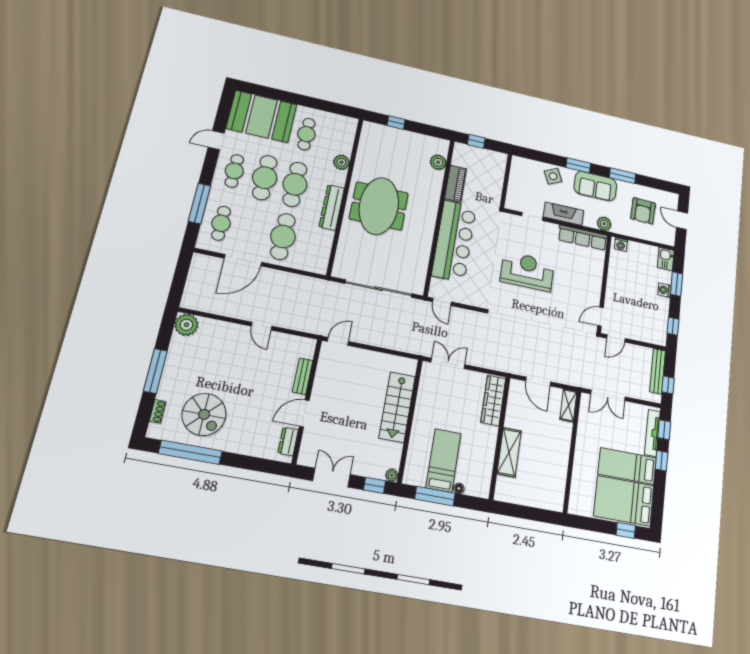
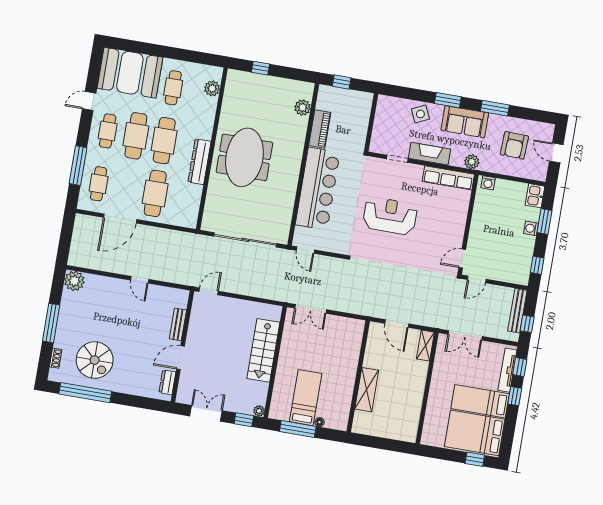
plant: (341, 162) -> (212, 88), moved
double door: (448, 363) -> (311, 309), swing flipped
wardrobe: (493, 400) -> (353, 343), removed

